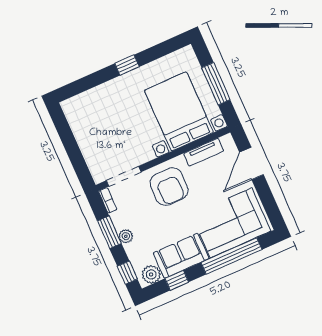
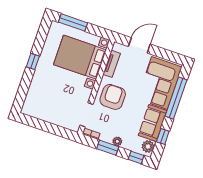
window: (216, 84) -> (73, 22), moved
door: (251, 163) -> (139, 45), swing flipped
armchair: (169, 187) -> (113, 97), turned -90

